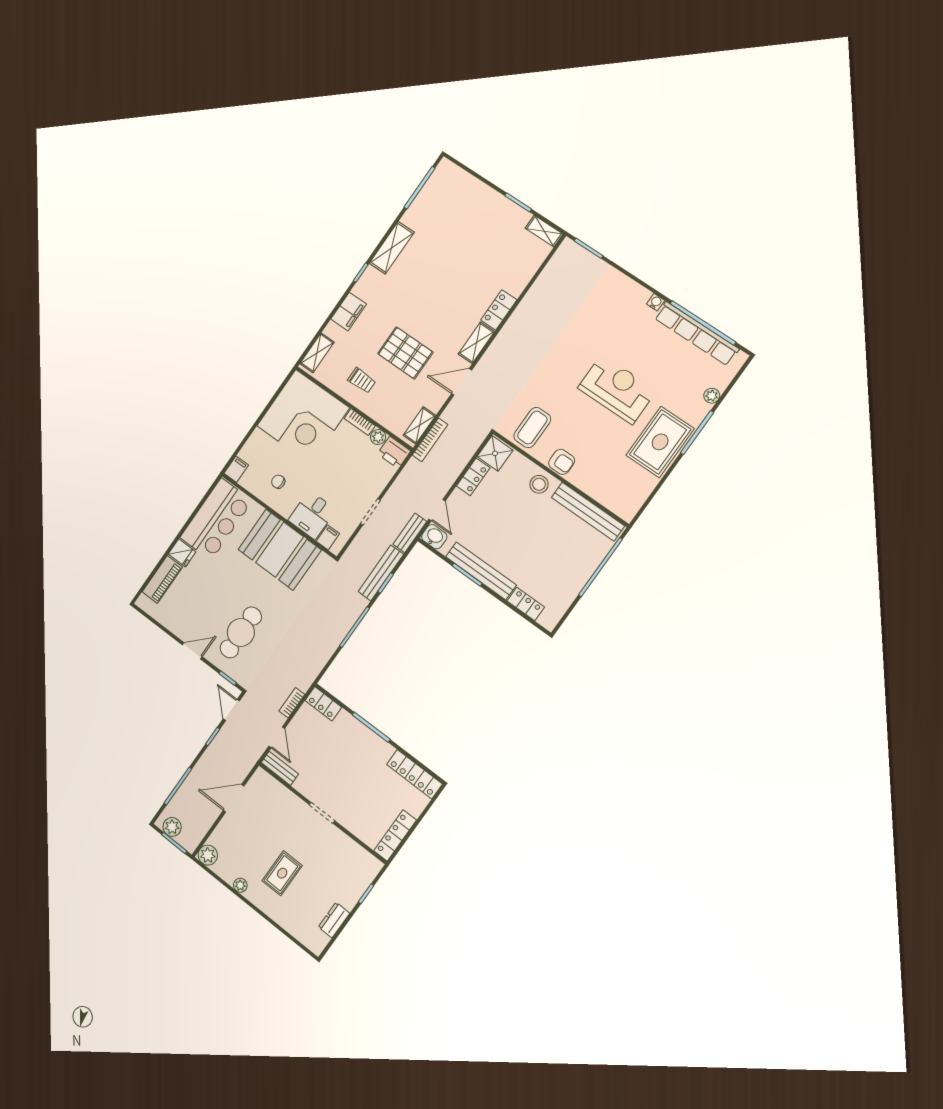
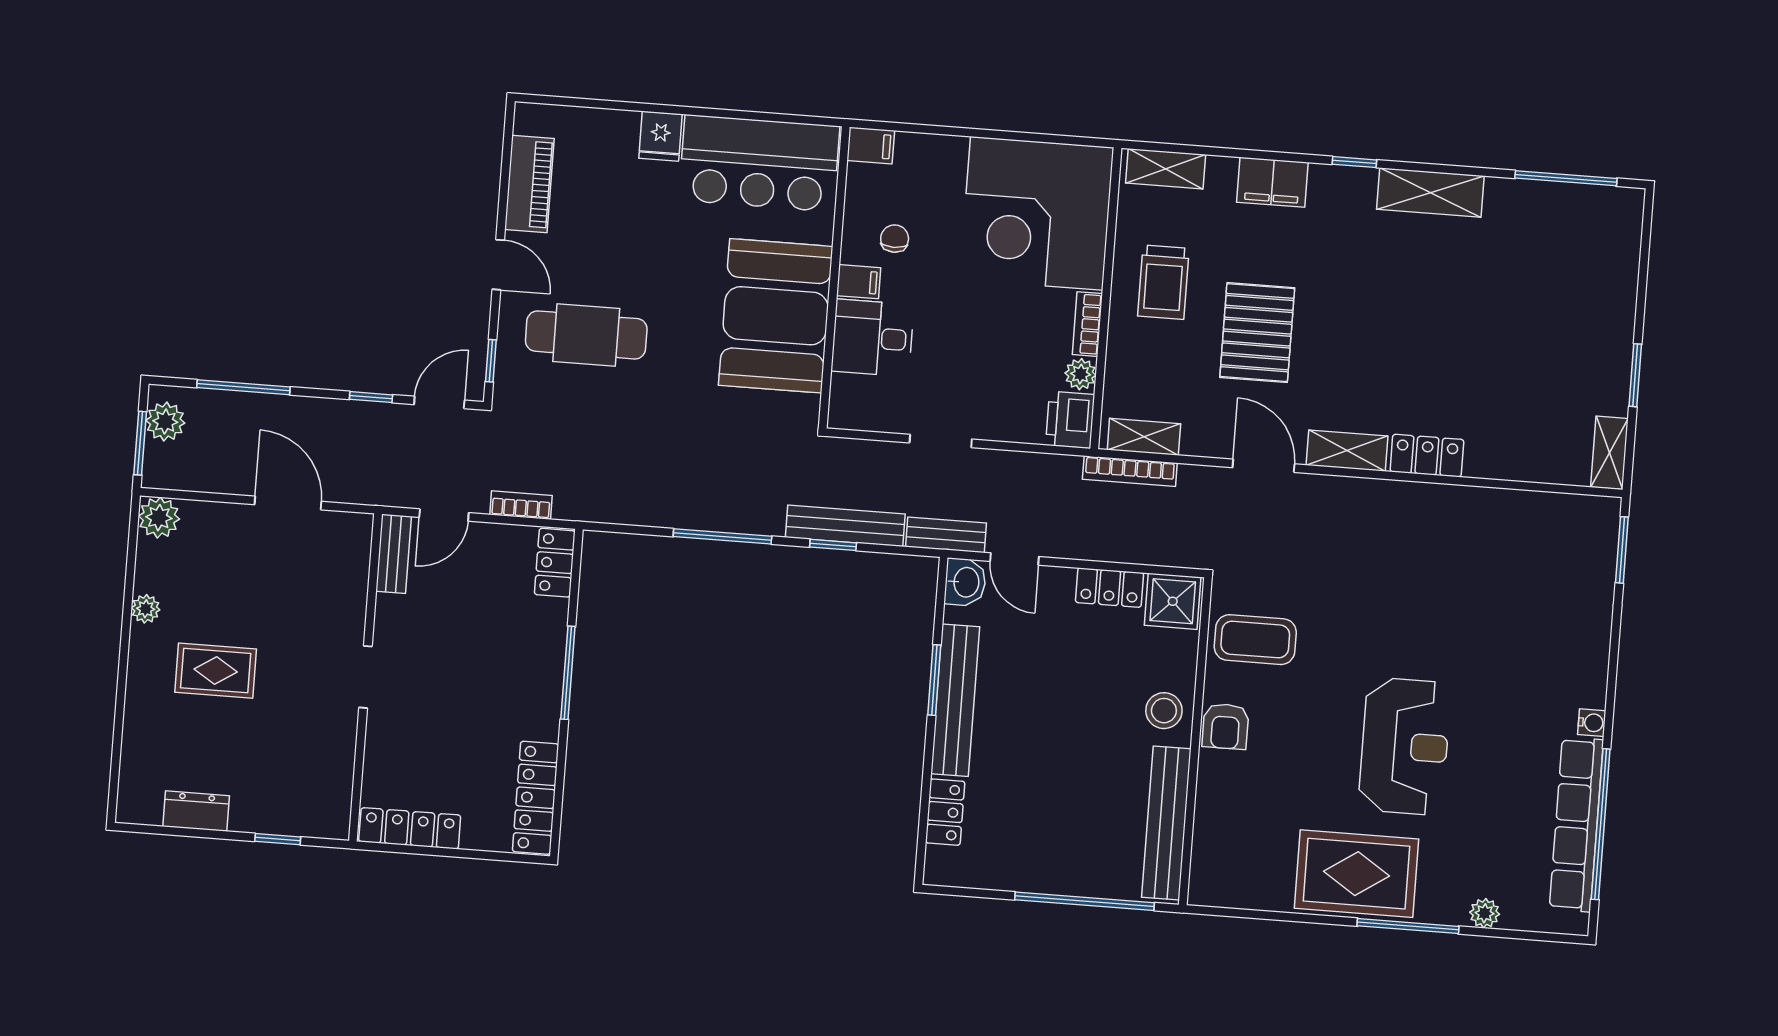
trolley: (362, 380) -> (1163, 282), width x1.36, depth x1.39
door: (437, 510) -> (1014, 559), hinge flipped
filing cabinet: (328, 537) -> (859, 282), moved
piano: (162, 579) -> (529, 184), moved, turned -90

